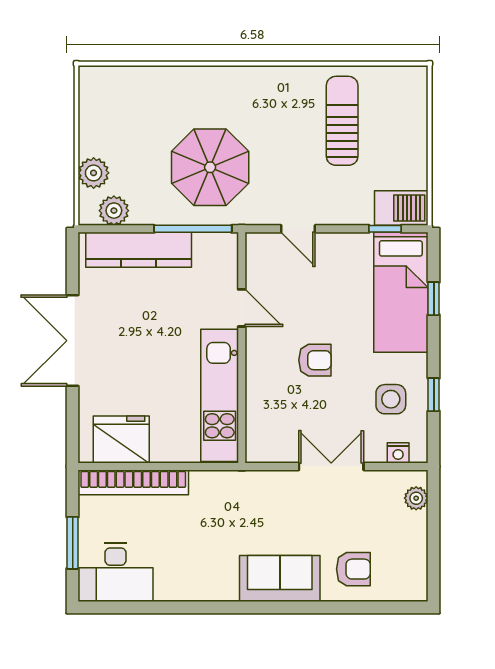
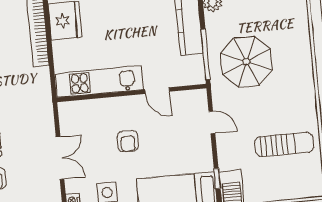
door: (298, 229) -> (212, 122), swing flipped
door: (242, 308) -> (157, 91), hinge flipped

